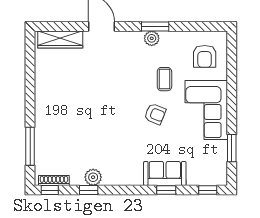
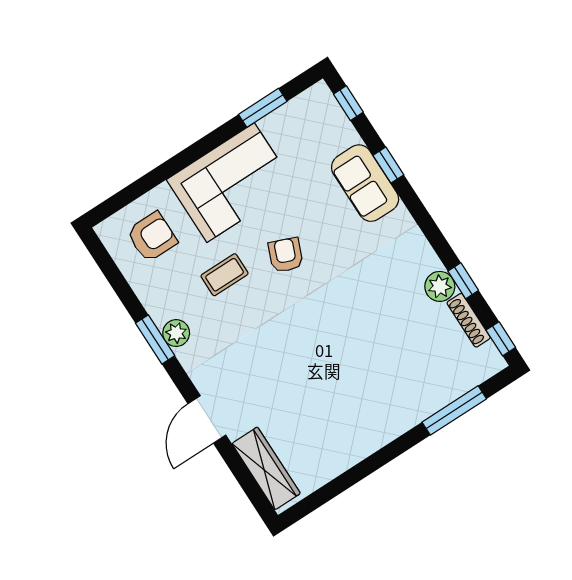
shoe rack: (54, 181) -> (469, 320), moved

